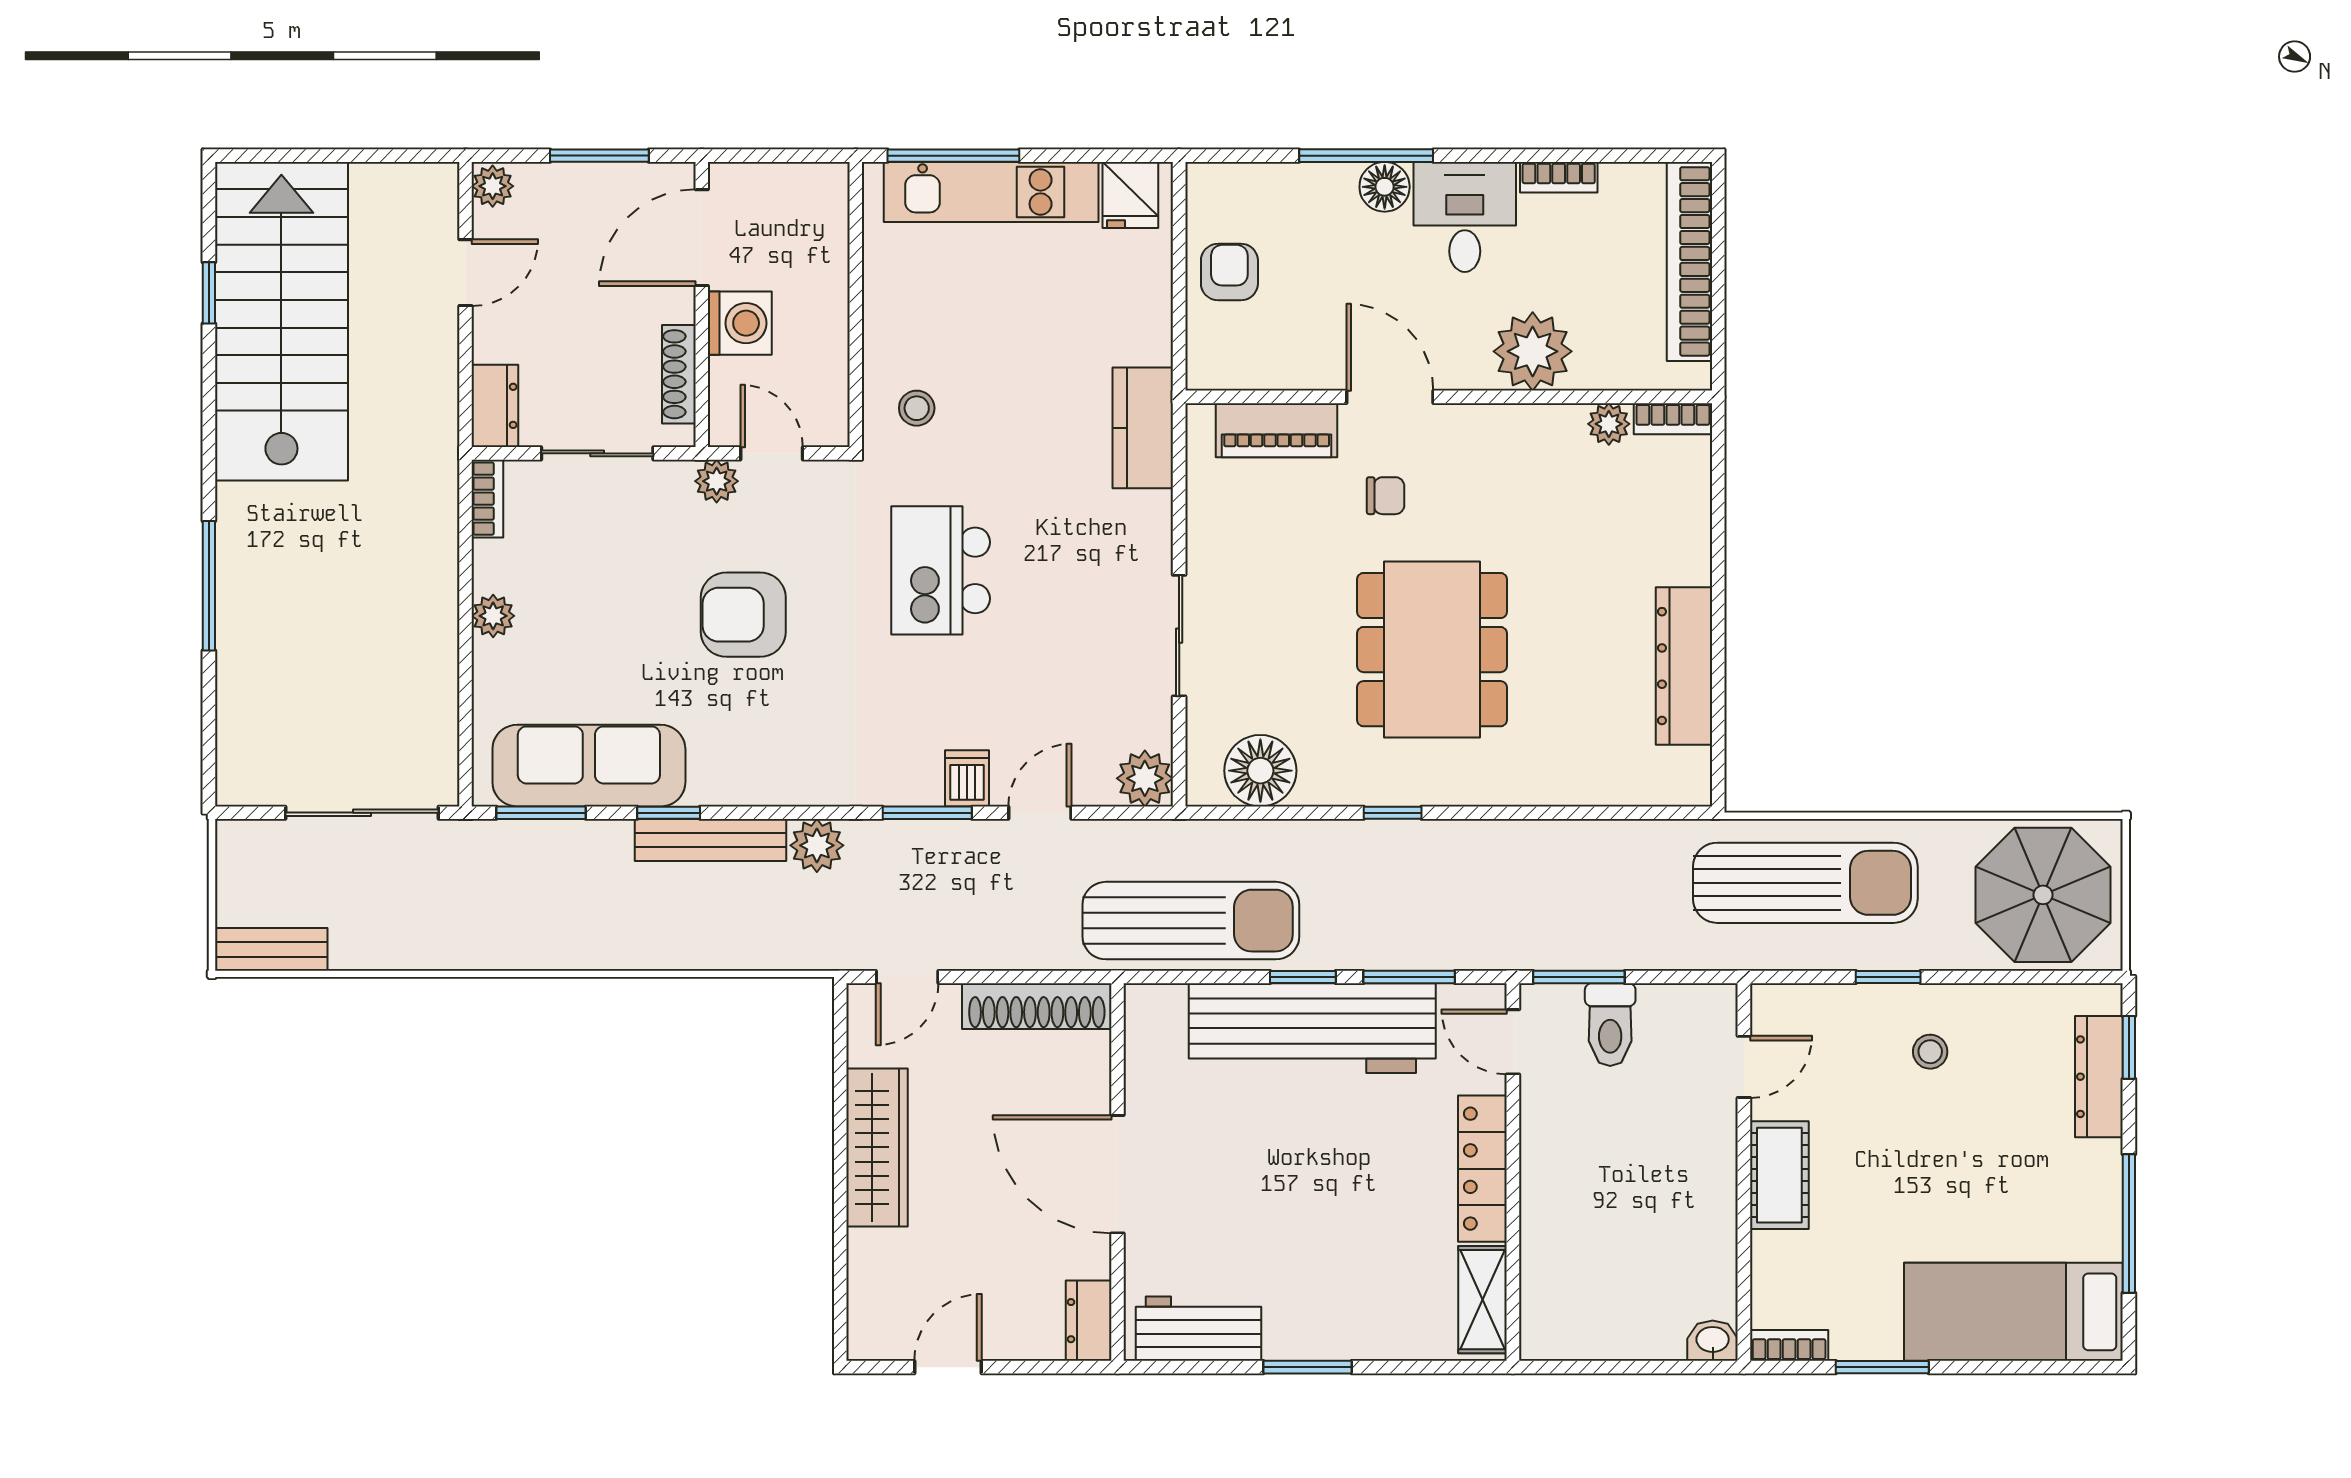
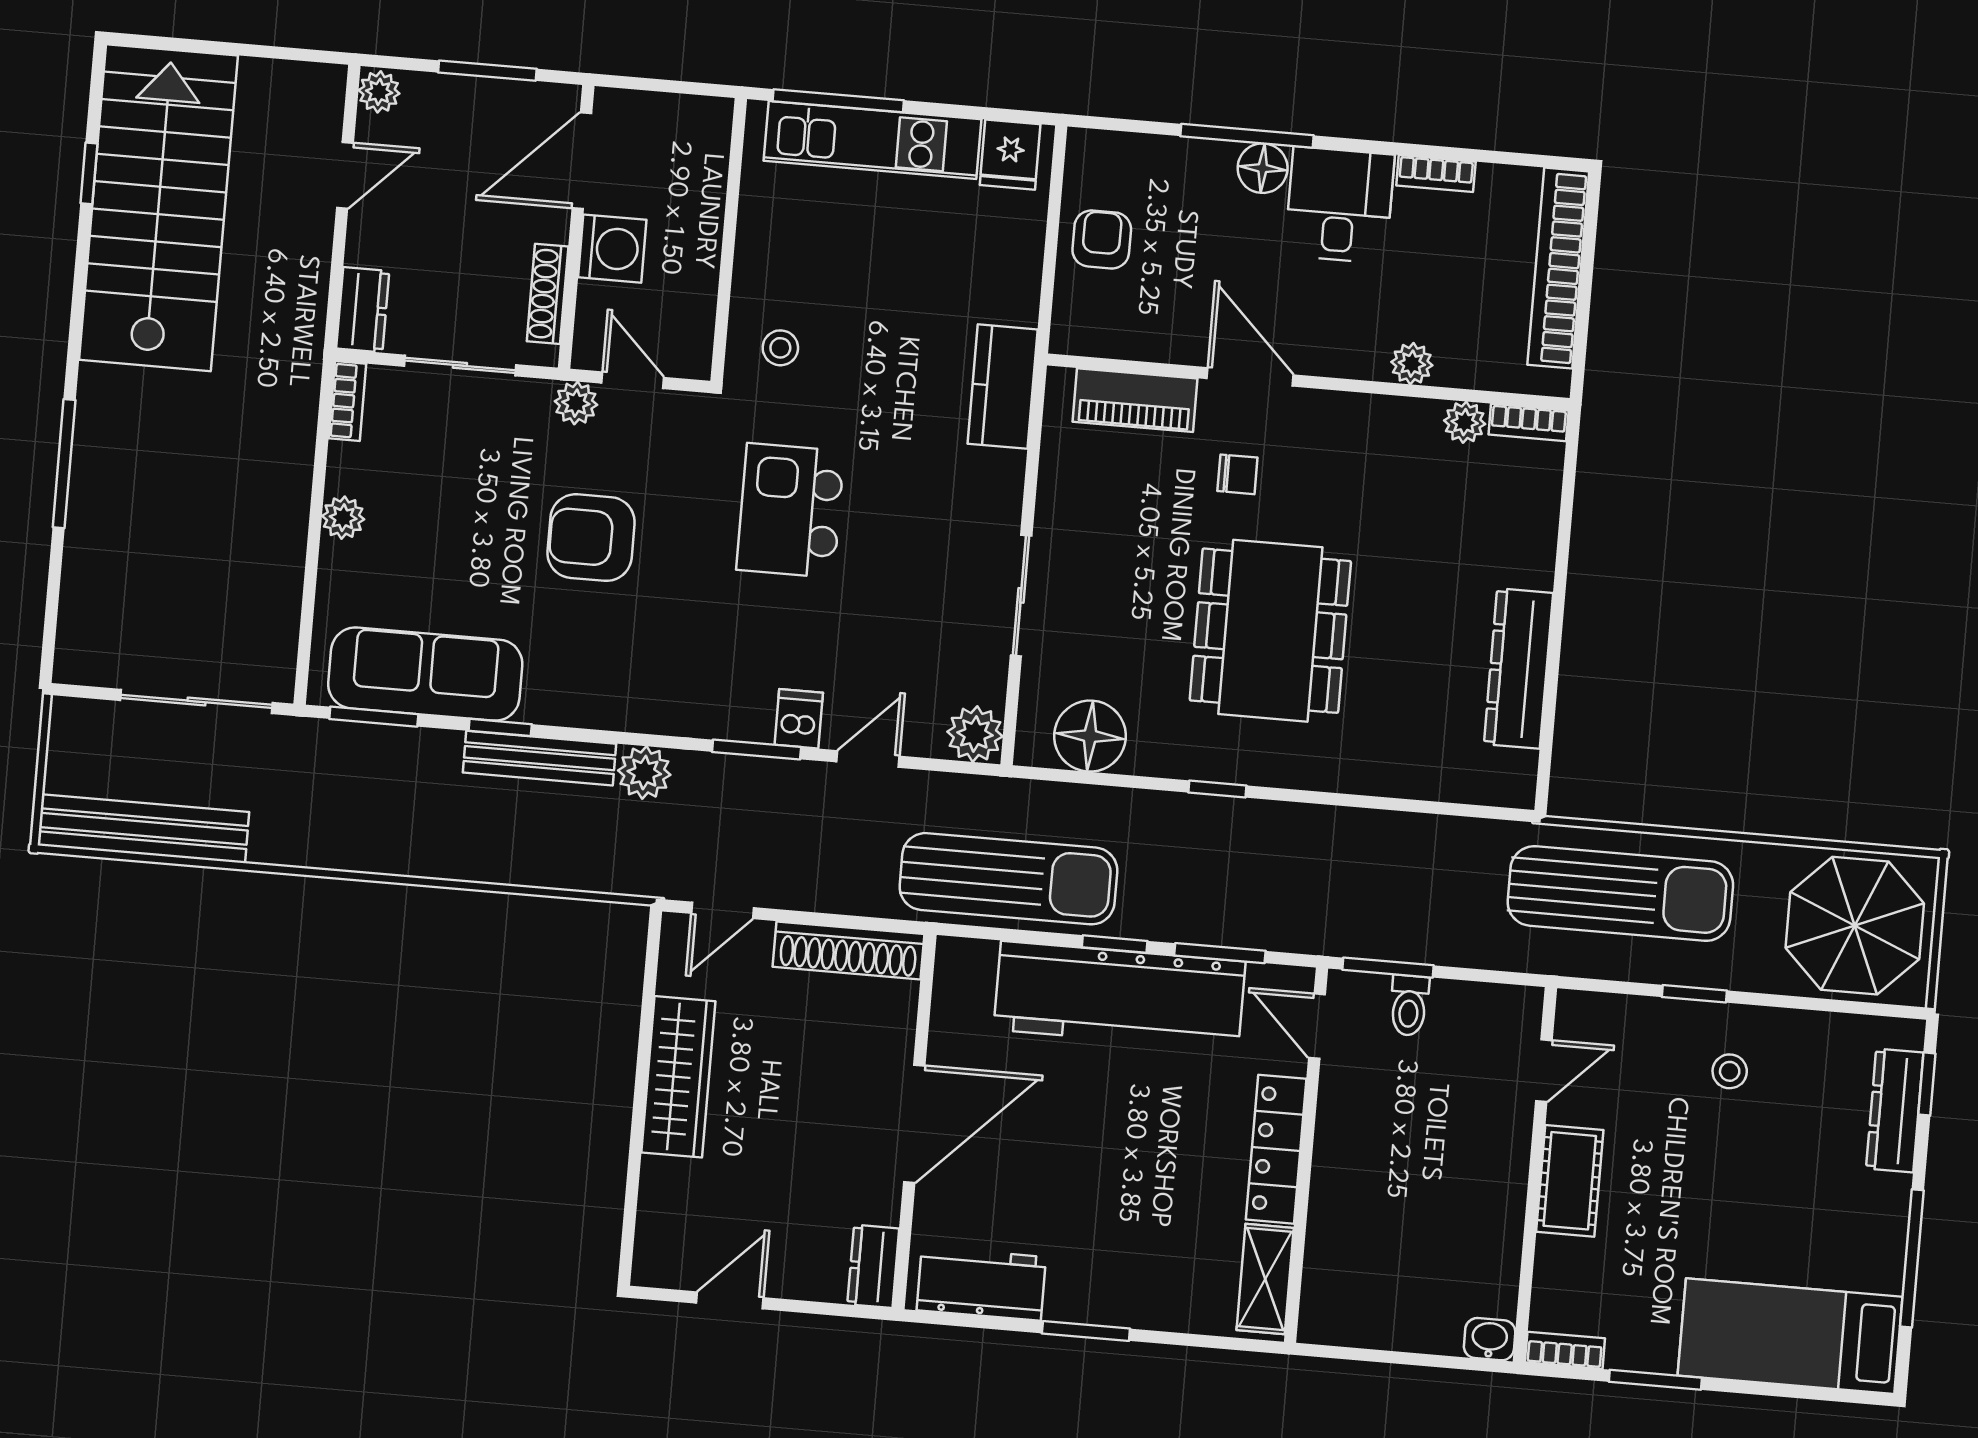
plant: (1533, 351) -> (1412, 364), width x0.53, depth x0.53
bench: (271, 949) -> (143, 829), width x1.86, depth x1.21
toilet: (1610, 1025) -> (1409, 1005), width x0.73, depth x0.72
door: (1118, 1174) -> (914, 1124), swing flipped

